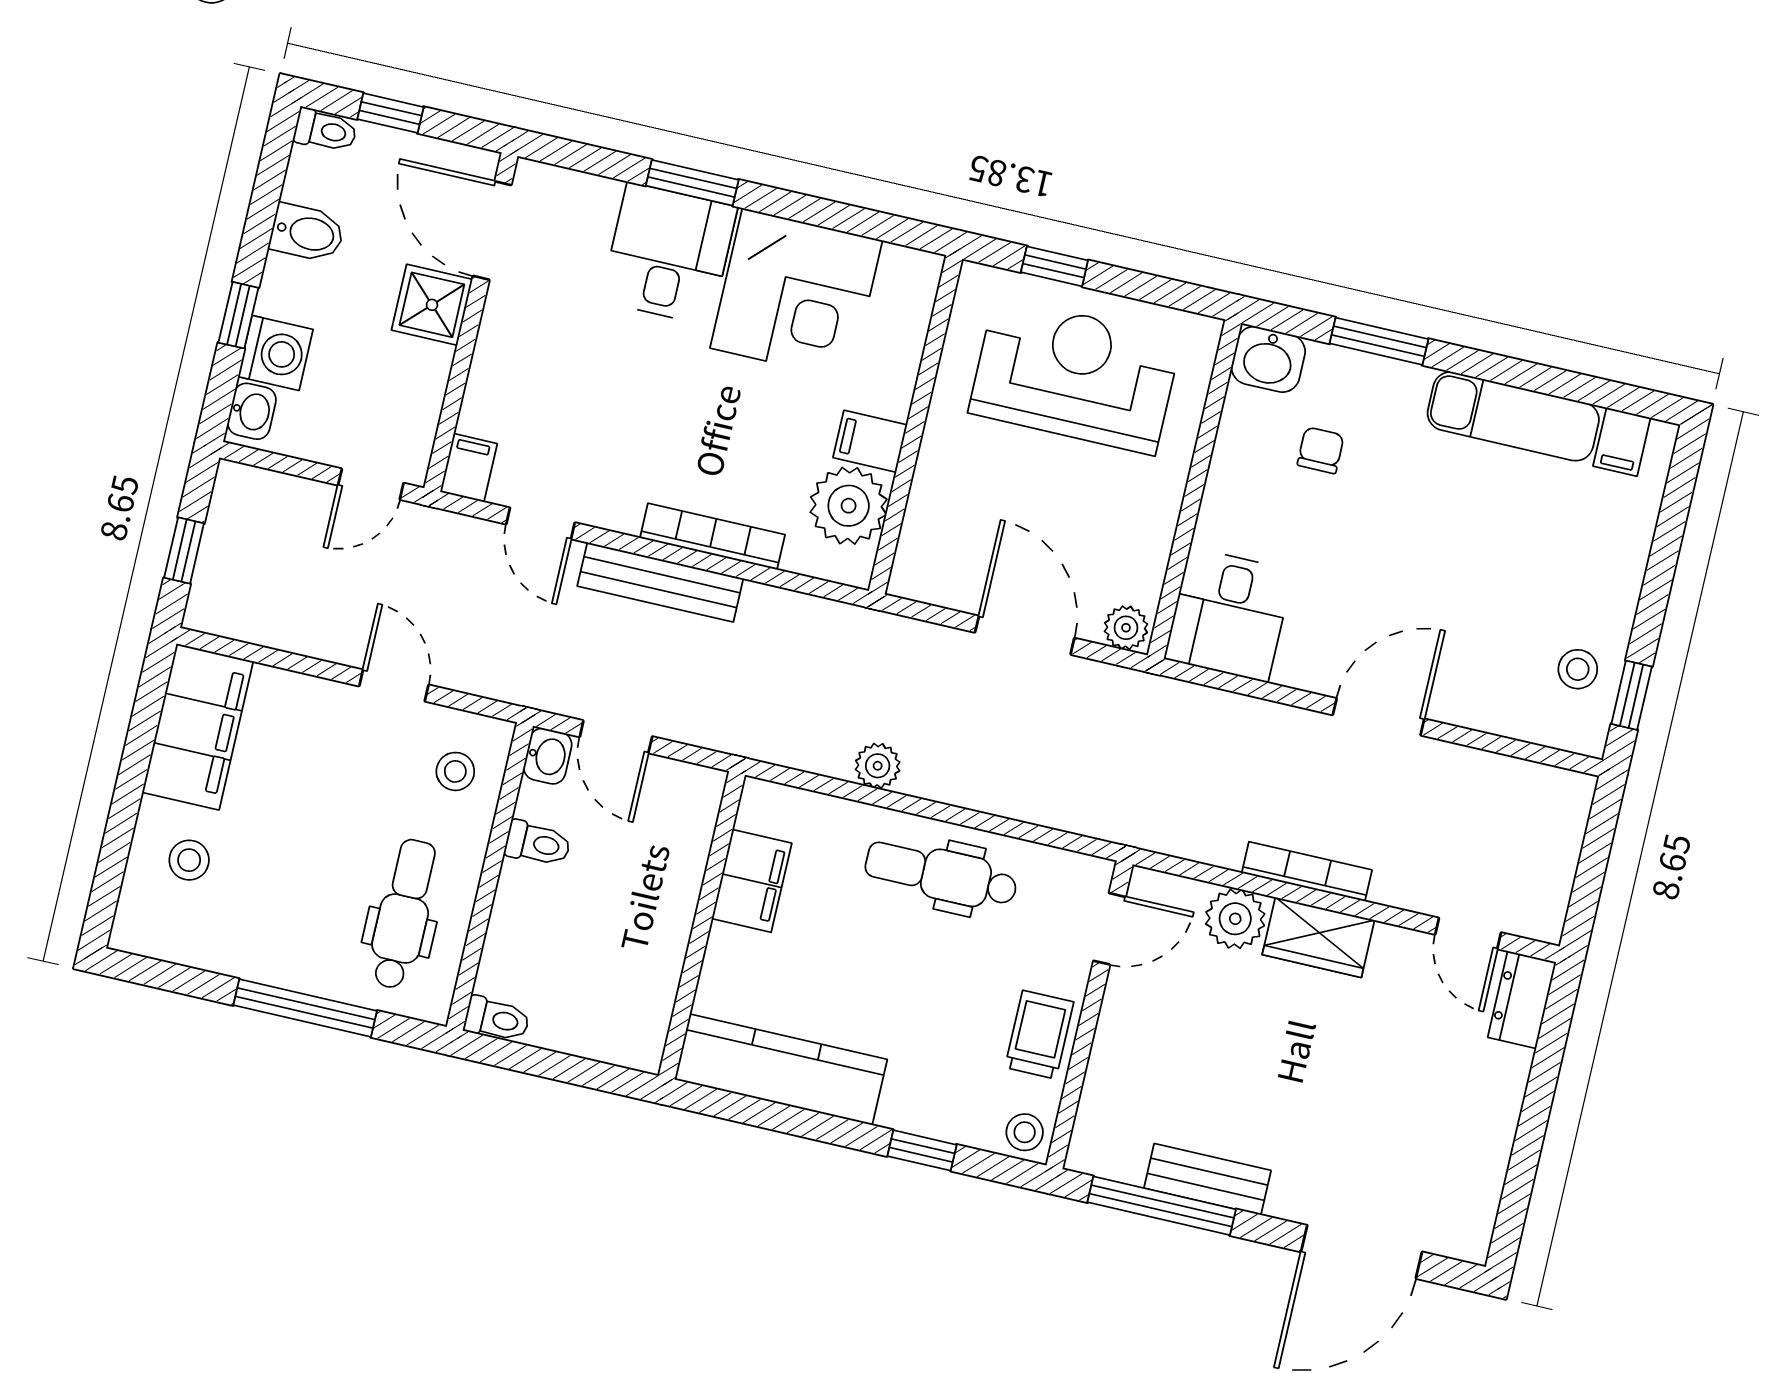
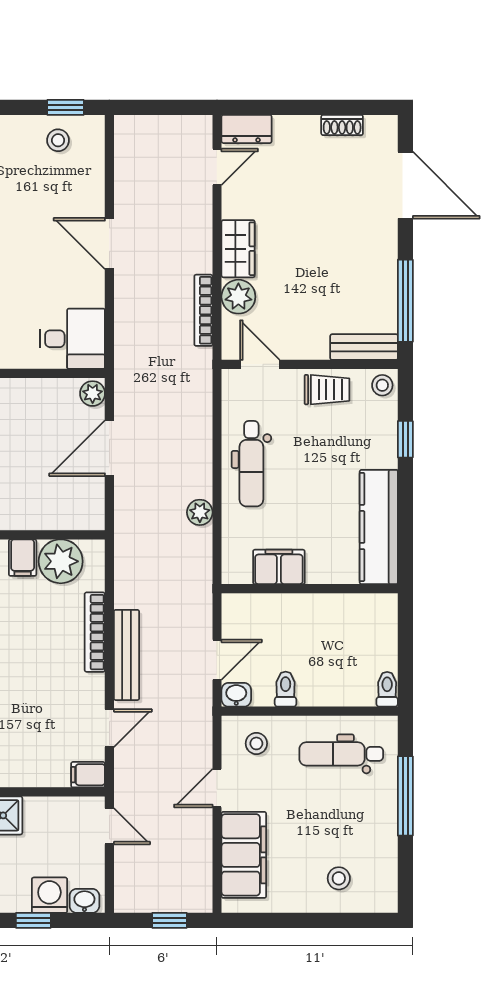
filing cabinet: (198, 727) -> (244, 855), moved, turned 90
bookcase: (1307, 872) -> (203, 310), moved
trolley: (1039, 1035) -> (327, 390), turned 180
shoe rack: (1491, 1167) -> (342, 125), added
bench: (1207, 1179) -> (364, 347), moved, turned 90

